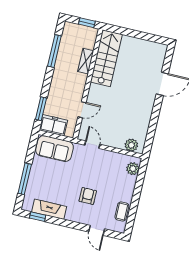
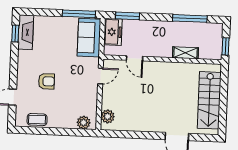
stairs: (106, 58) -> (209, 100), moved, turned 90
window: (25, 179) -> (79, 14), moved
fireplace: (49, 209) -> (26, 32), moved

